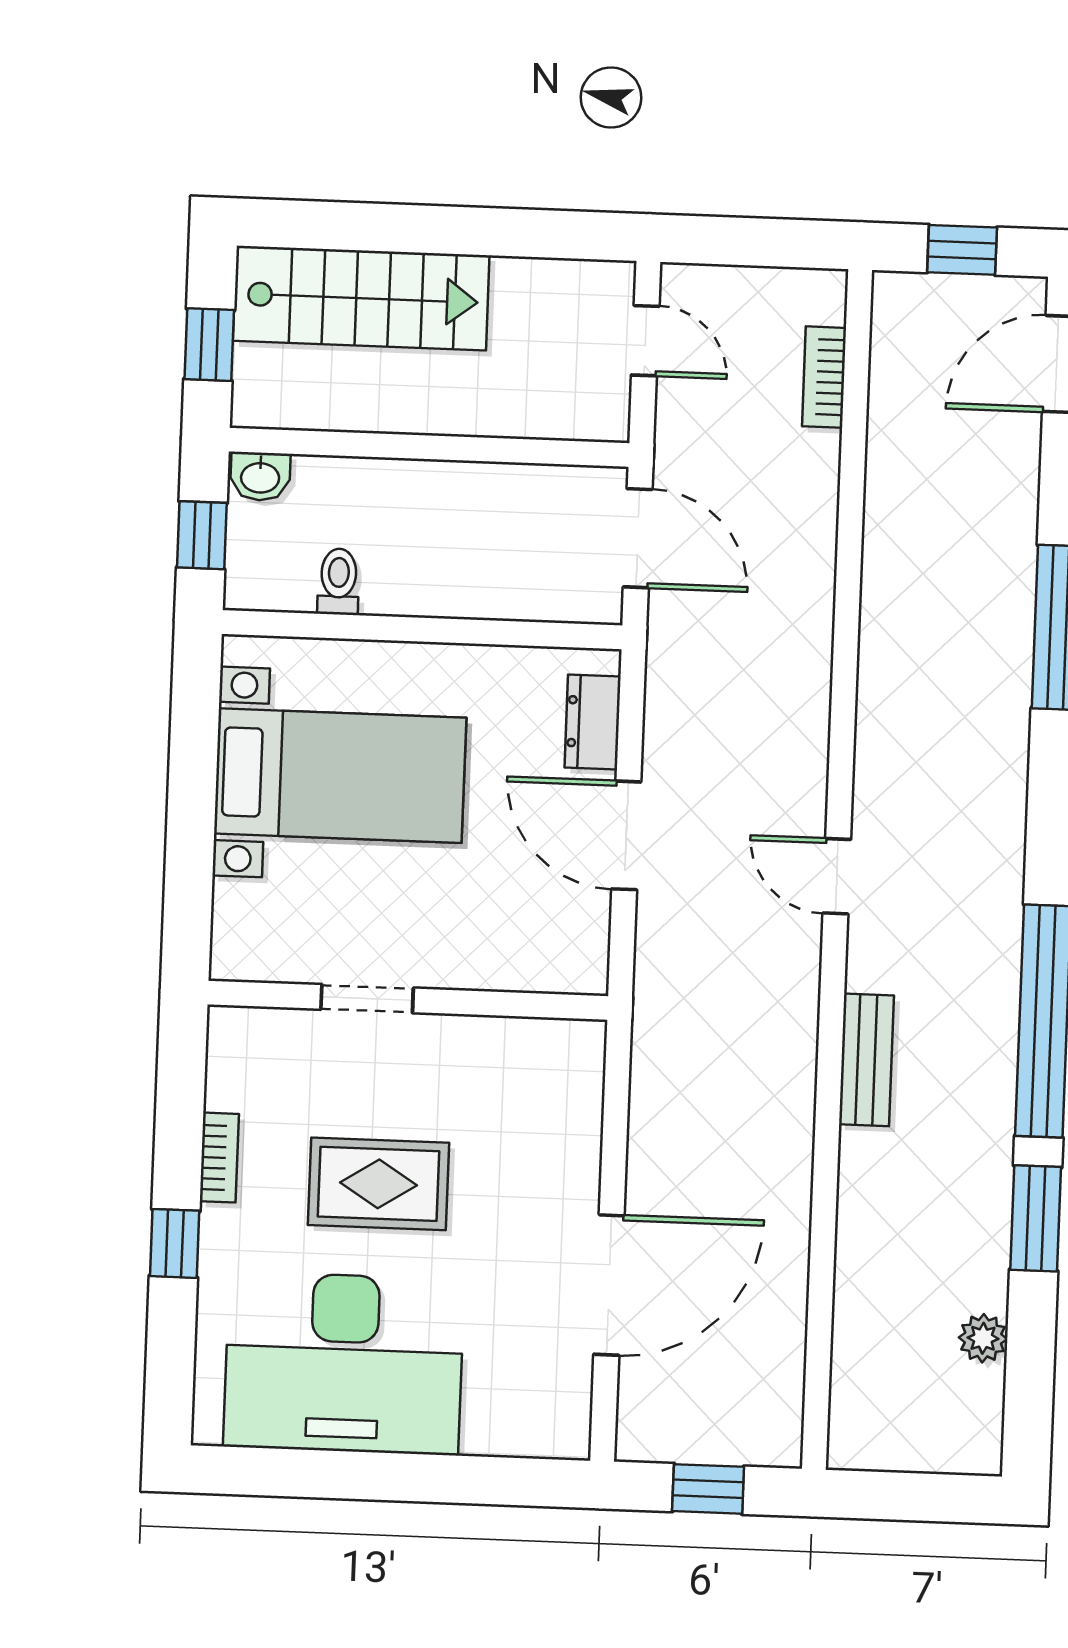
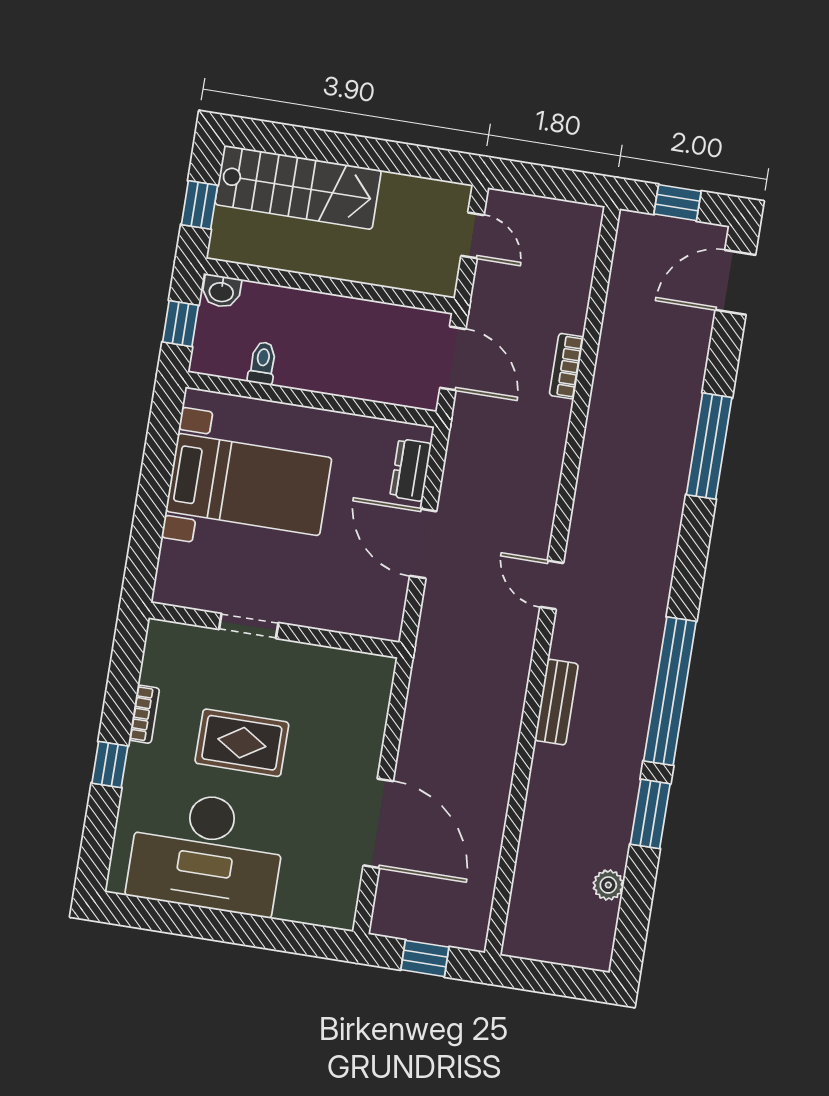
bookcase: (824, 377) -> (566, 366), moved
door: (609, 1285) -> (378, 823), hinge flipped

